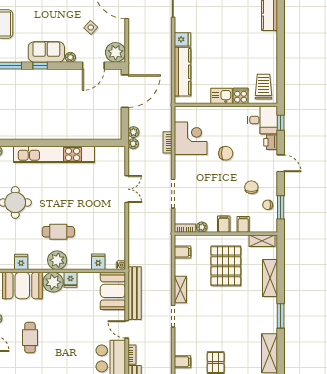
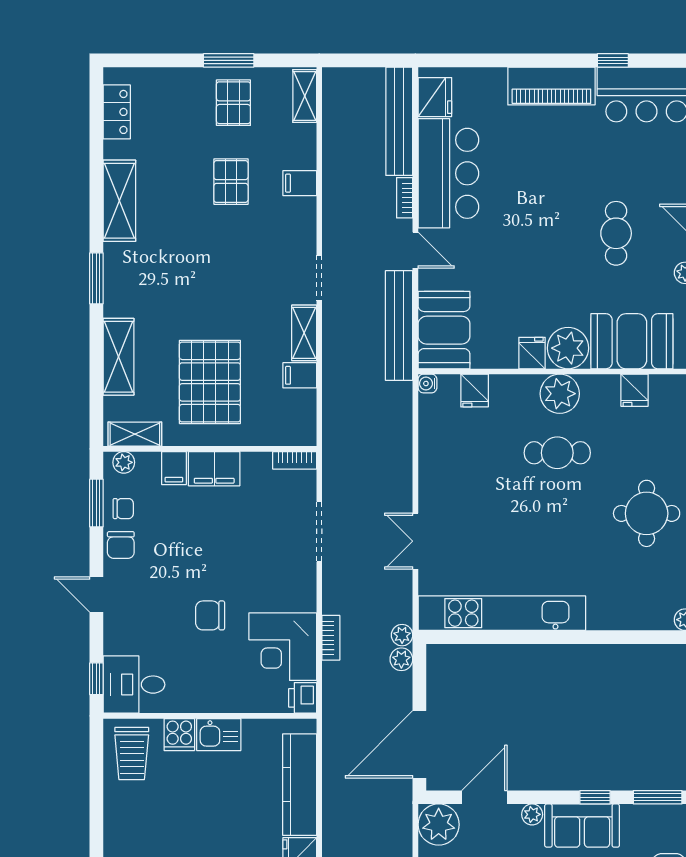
printer: (271, 142) -> (303, 698), moved, turned 180
kitchen unit: (54, 154) -> (502, 613), moved
chair: (251, 187) -> (121, 545), moved
filing cabinet: (224, 224) -> (214, 469), width x2.00
plant: (202, 227) -> (124, 462), moved
filing cabinet: (182, 252) -> (300, 375), moved

